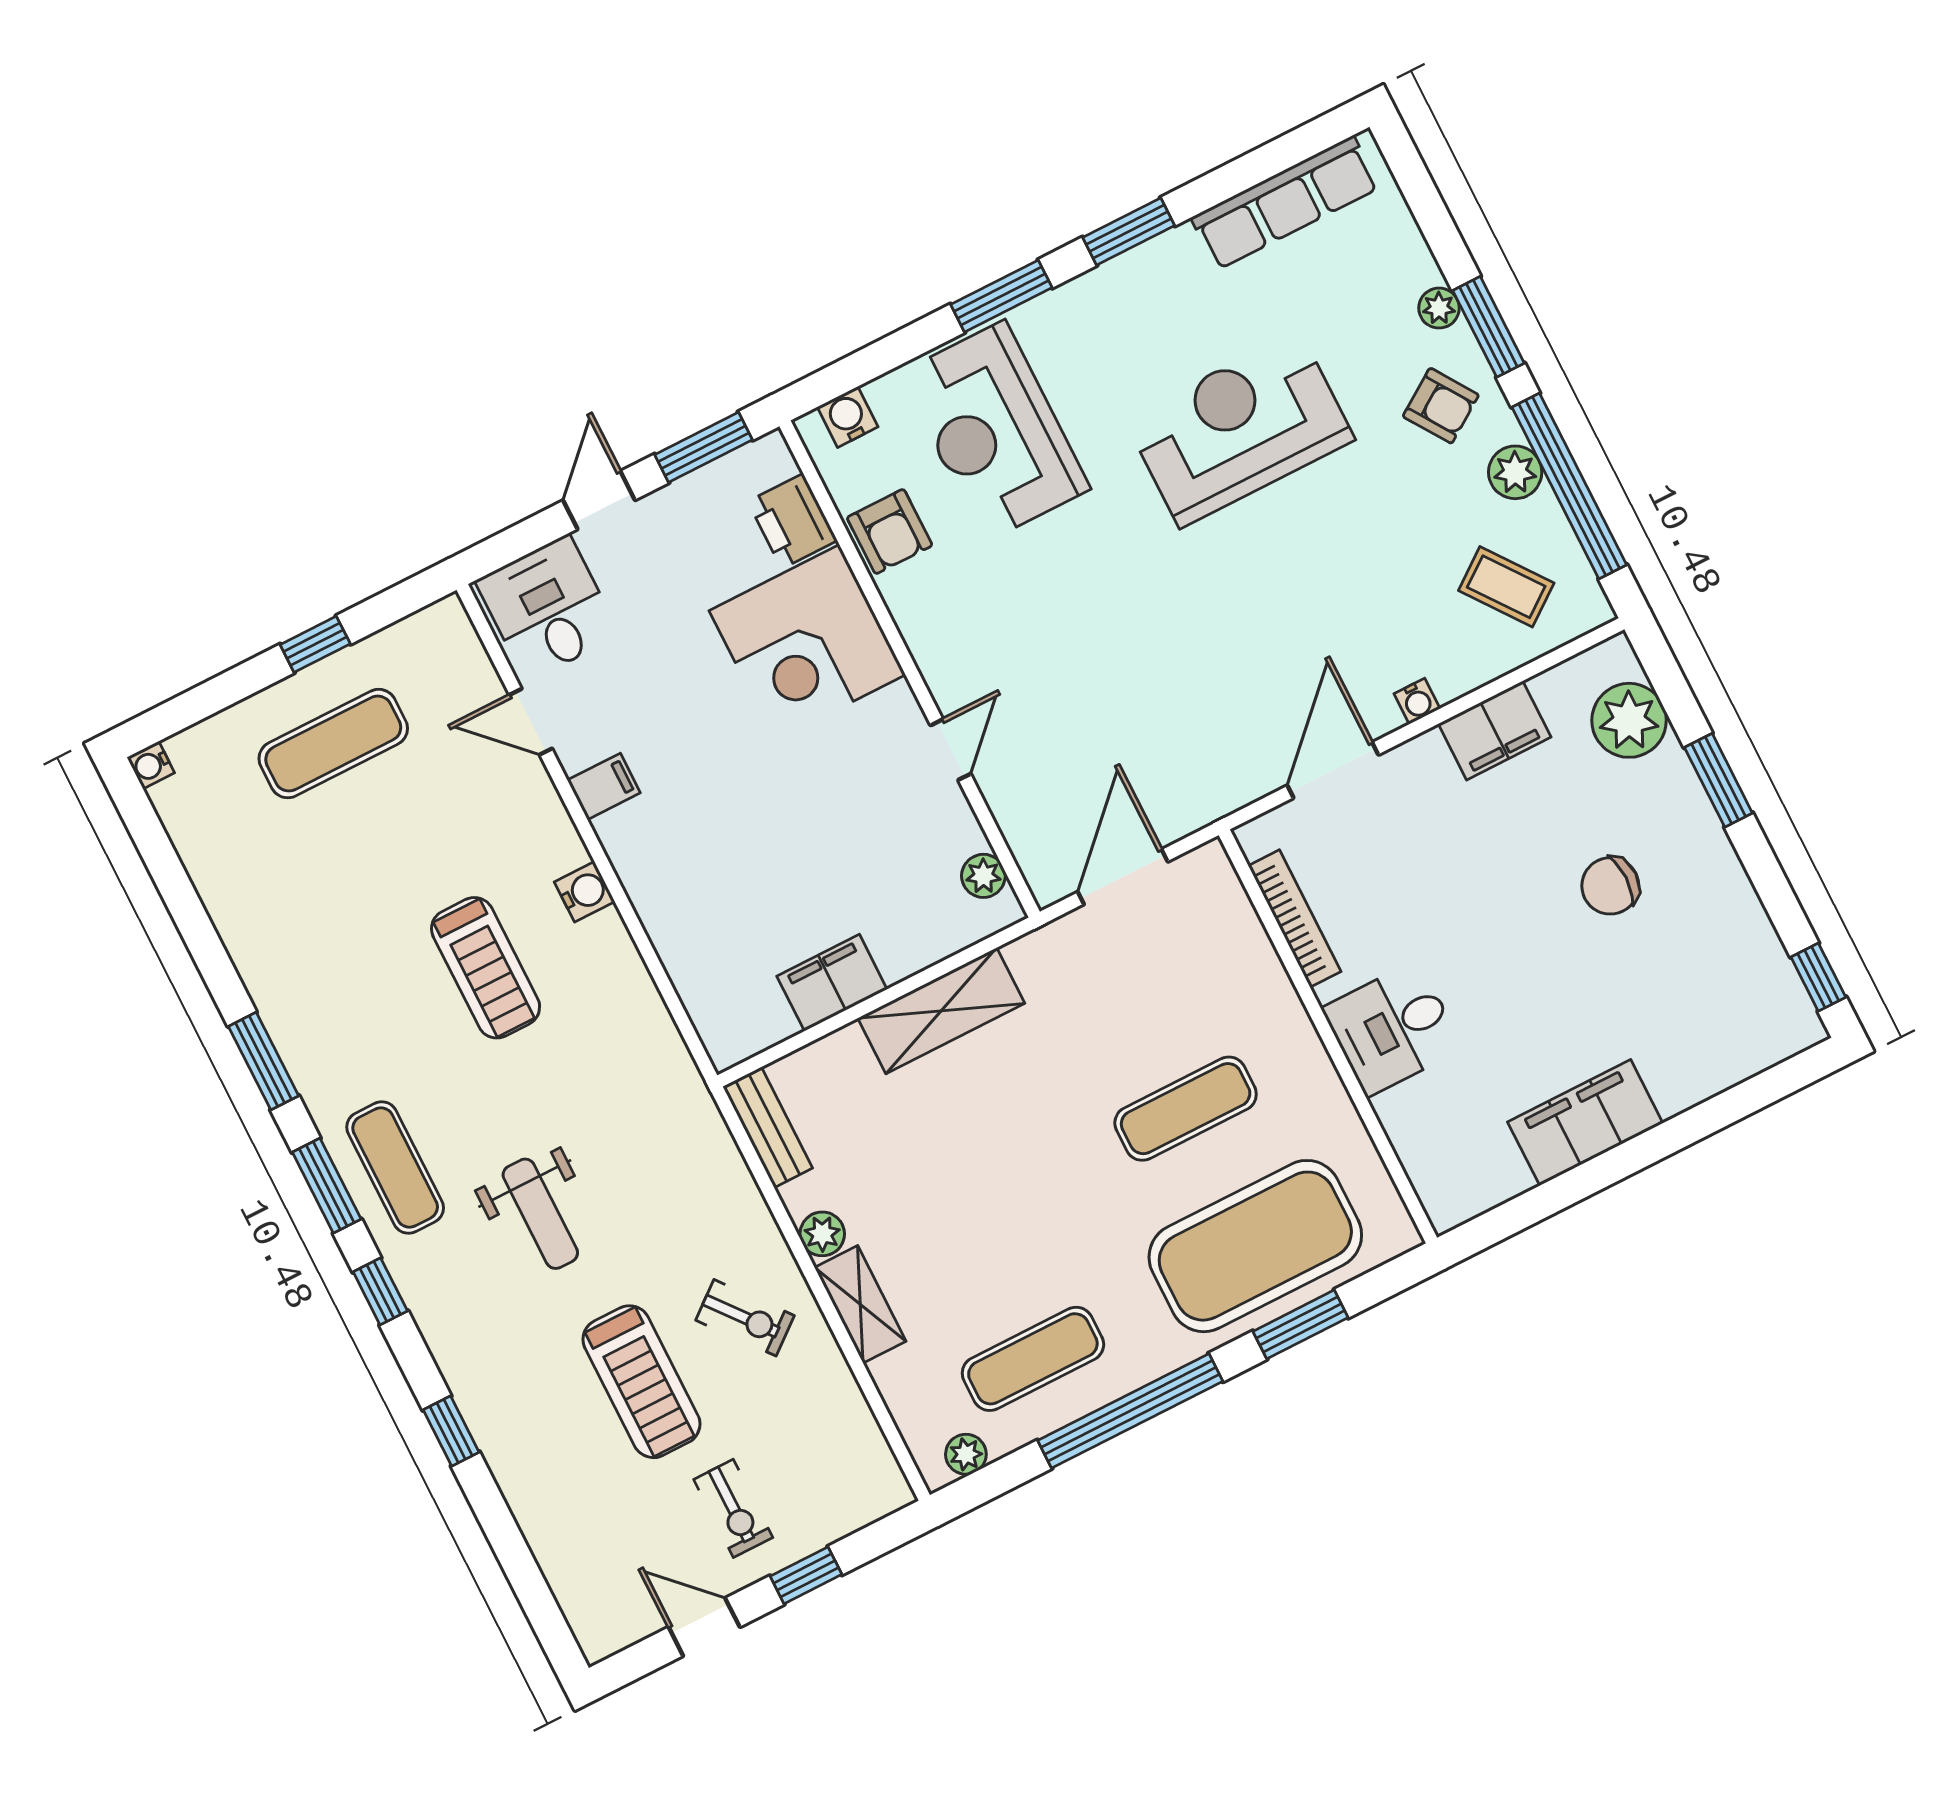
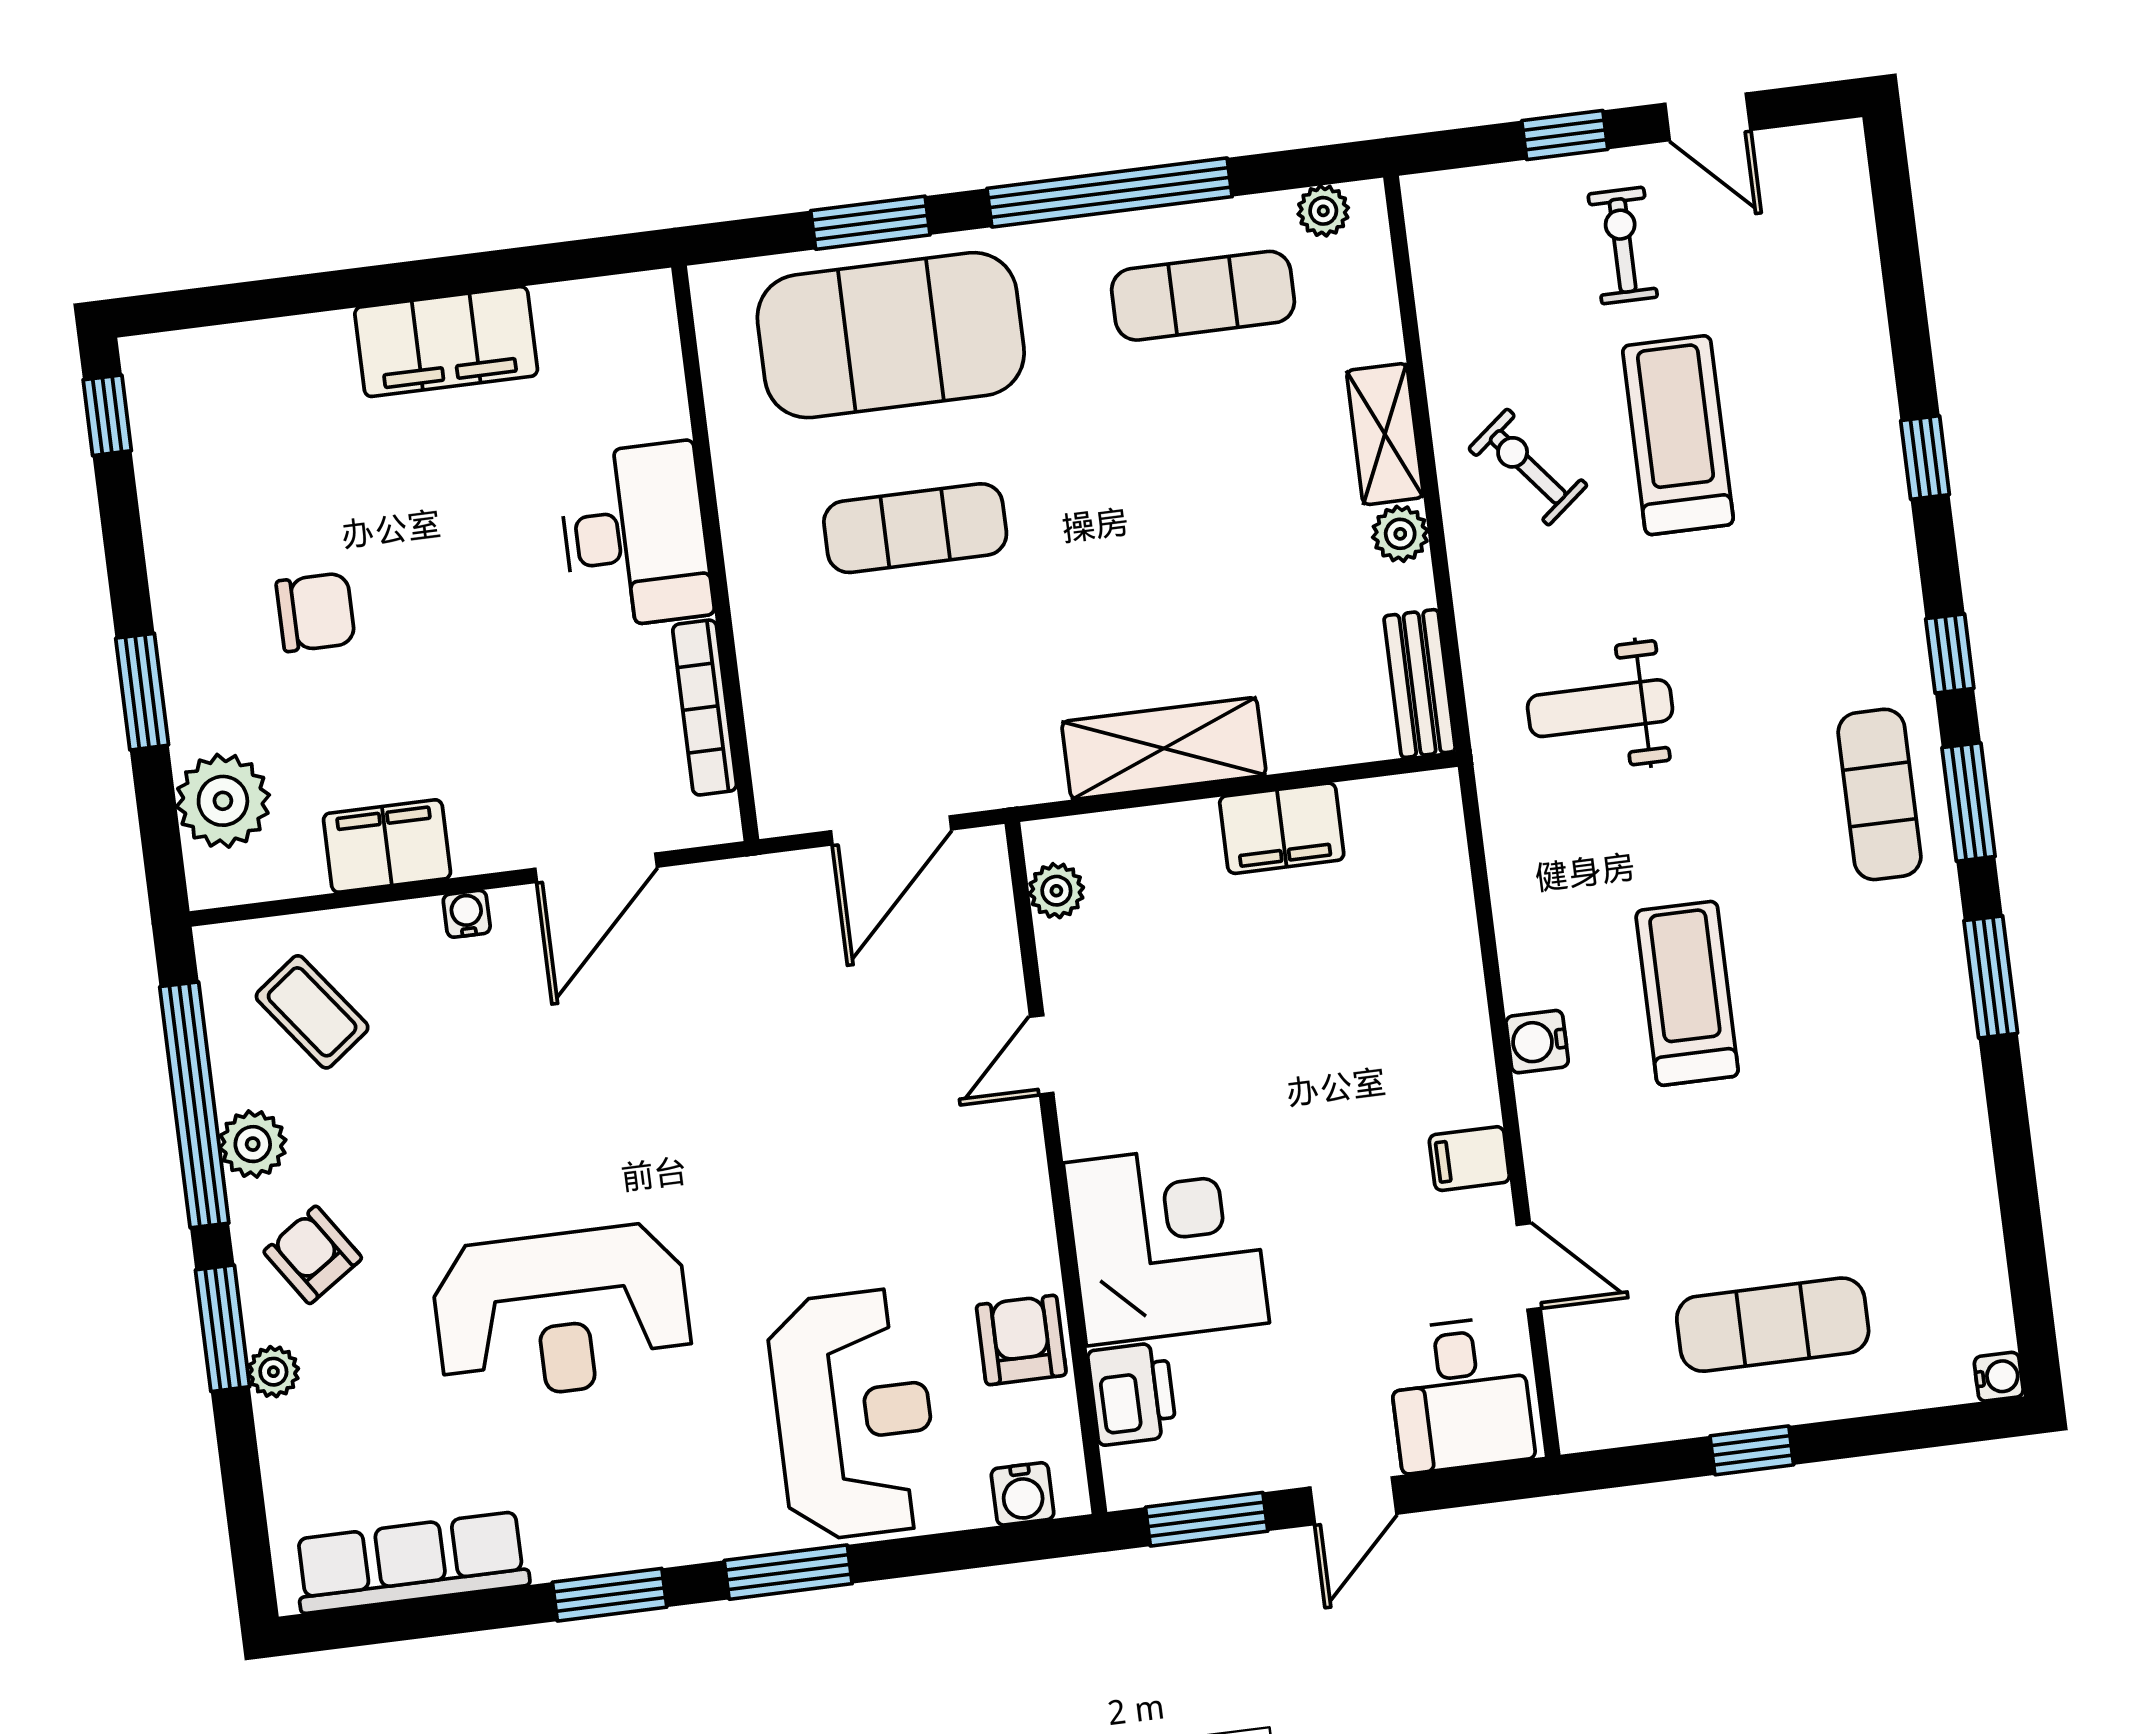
desk: (1392, 1028) -> (635, 535), width x1.37
weight bench: (540, 1214) -> (1600, 708), moved, turned -90

